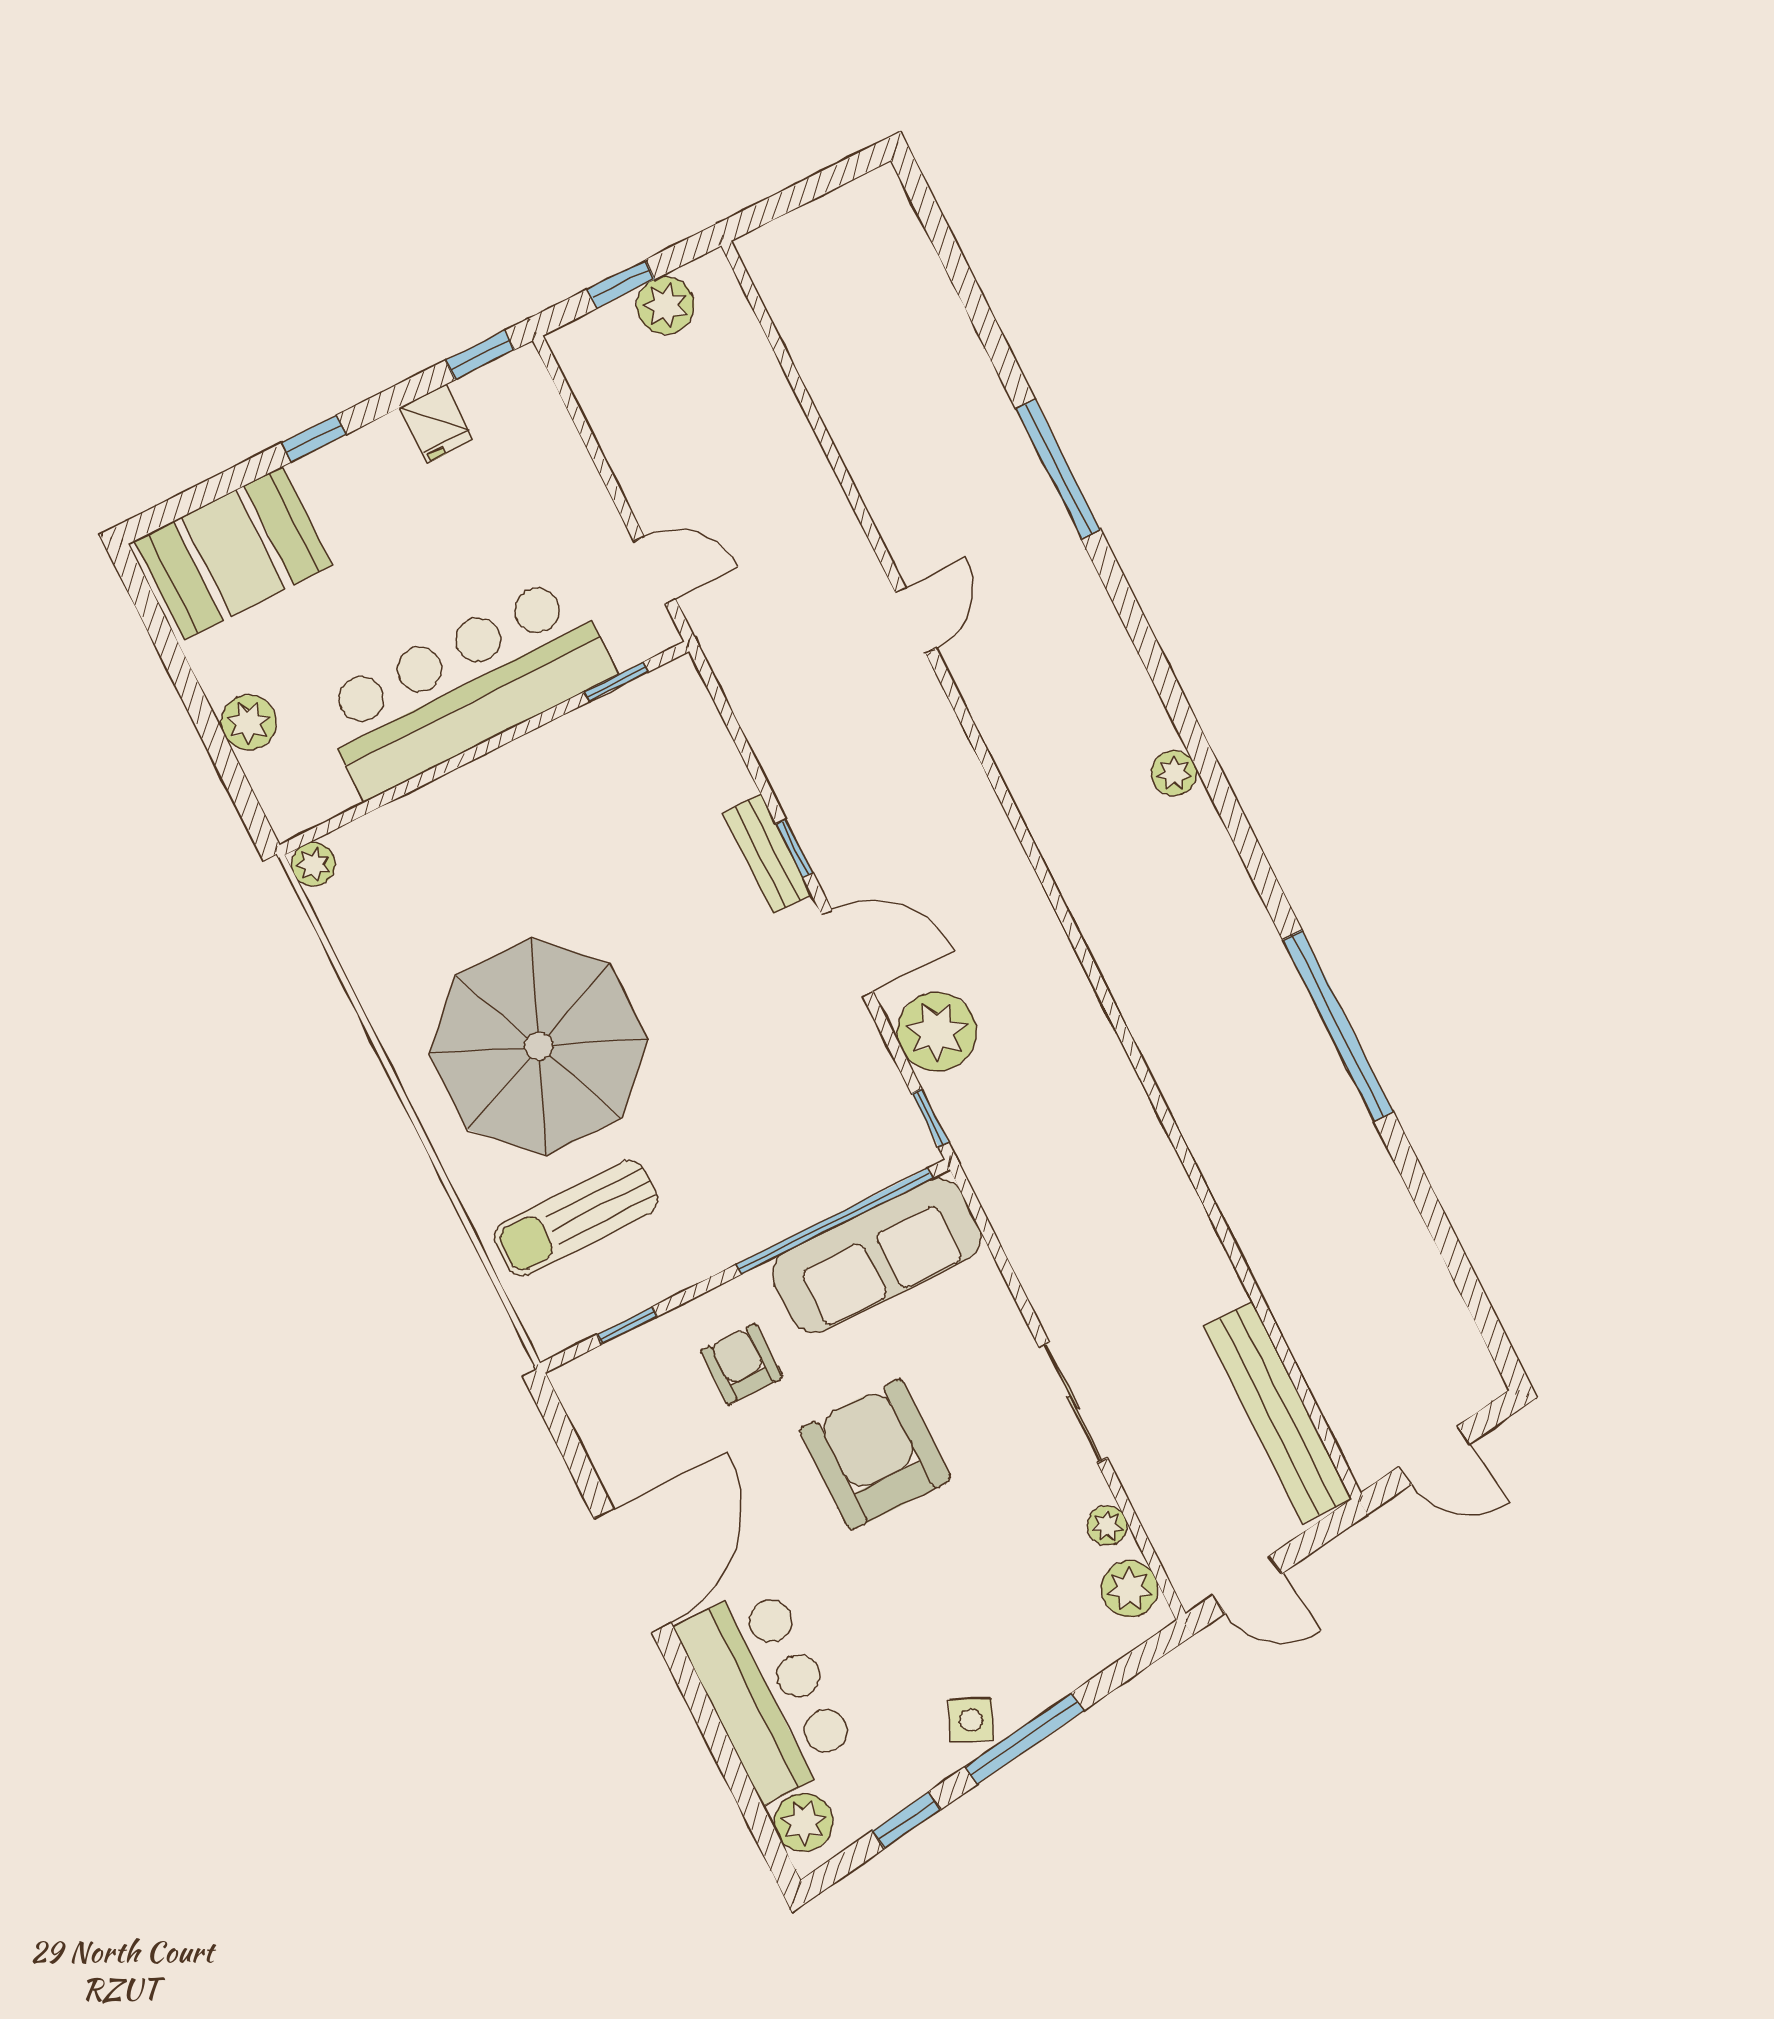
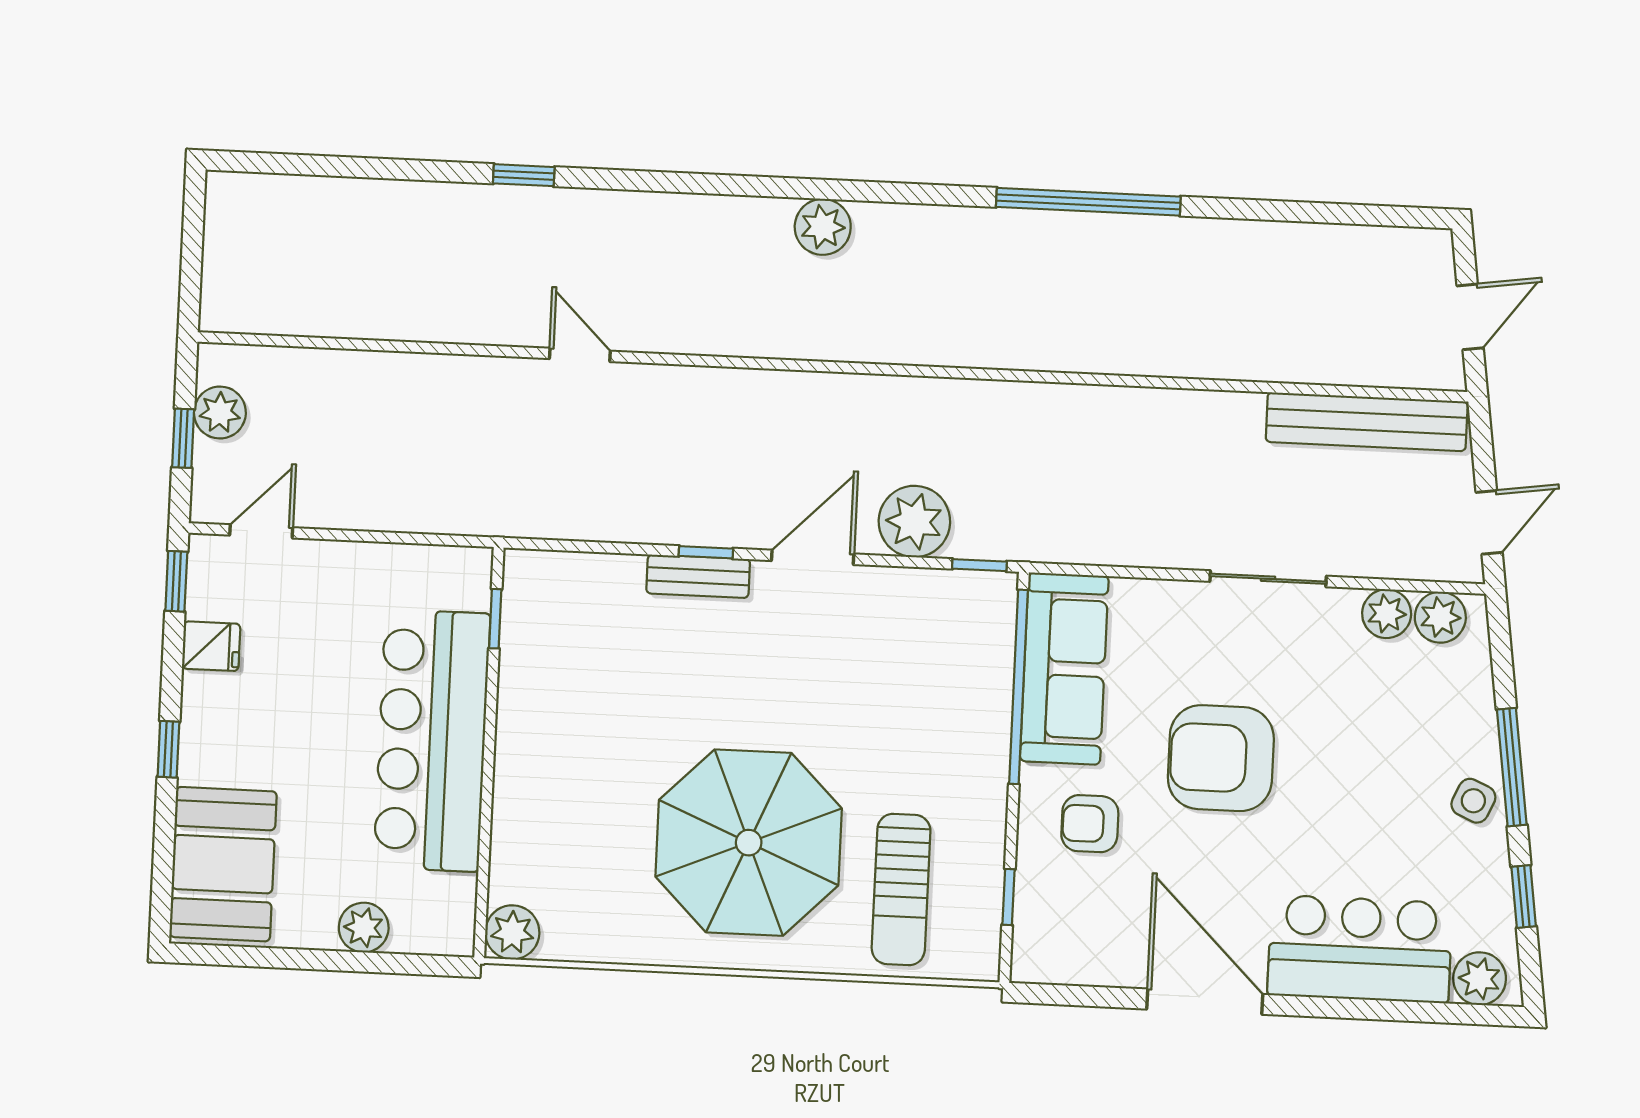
window: (1058, 469) -> (524, 175), width x0.46
door: (655, 570) -> (261, 531), moved
plant: (1174, 773) -> (823, 227), width x1.38, depth x1.38
plant: (313, 864) -> (512, 932), width x1.38, depth x1.38
plant: (1107, 1526) -> (1387, 614), width x1.38, depth x1.38

